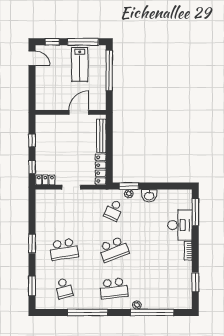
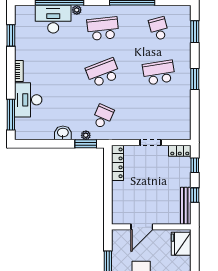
fridge: (44, 97) -> (181, 244), added
bench: (101, 136) -> (186, 206), moved
desk: (158, 297) -> (53, 19), added

